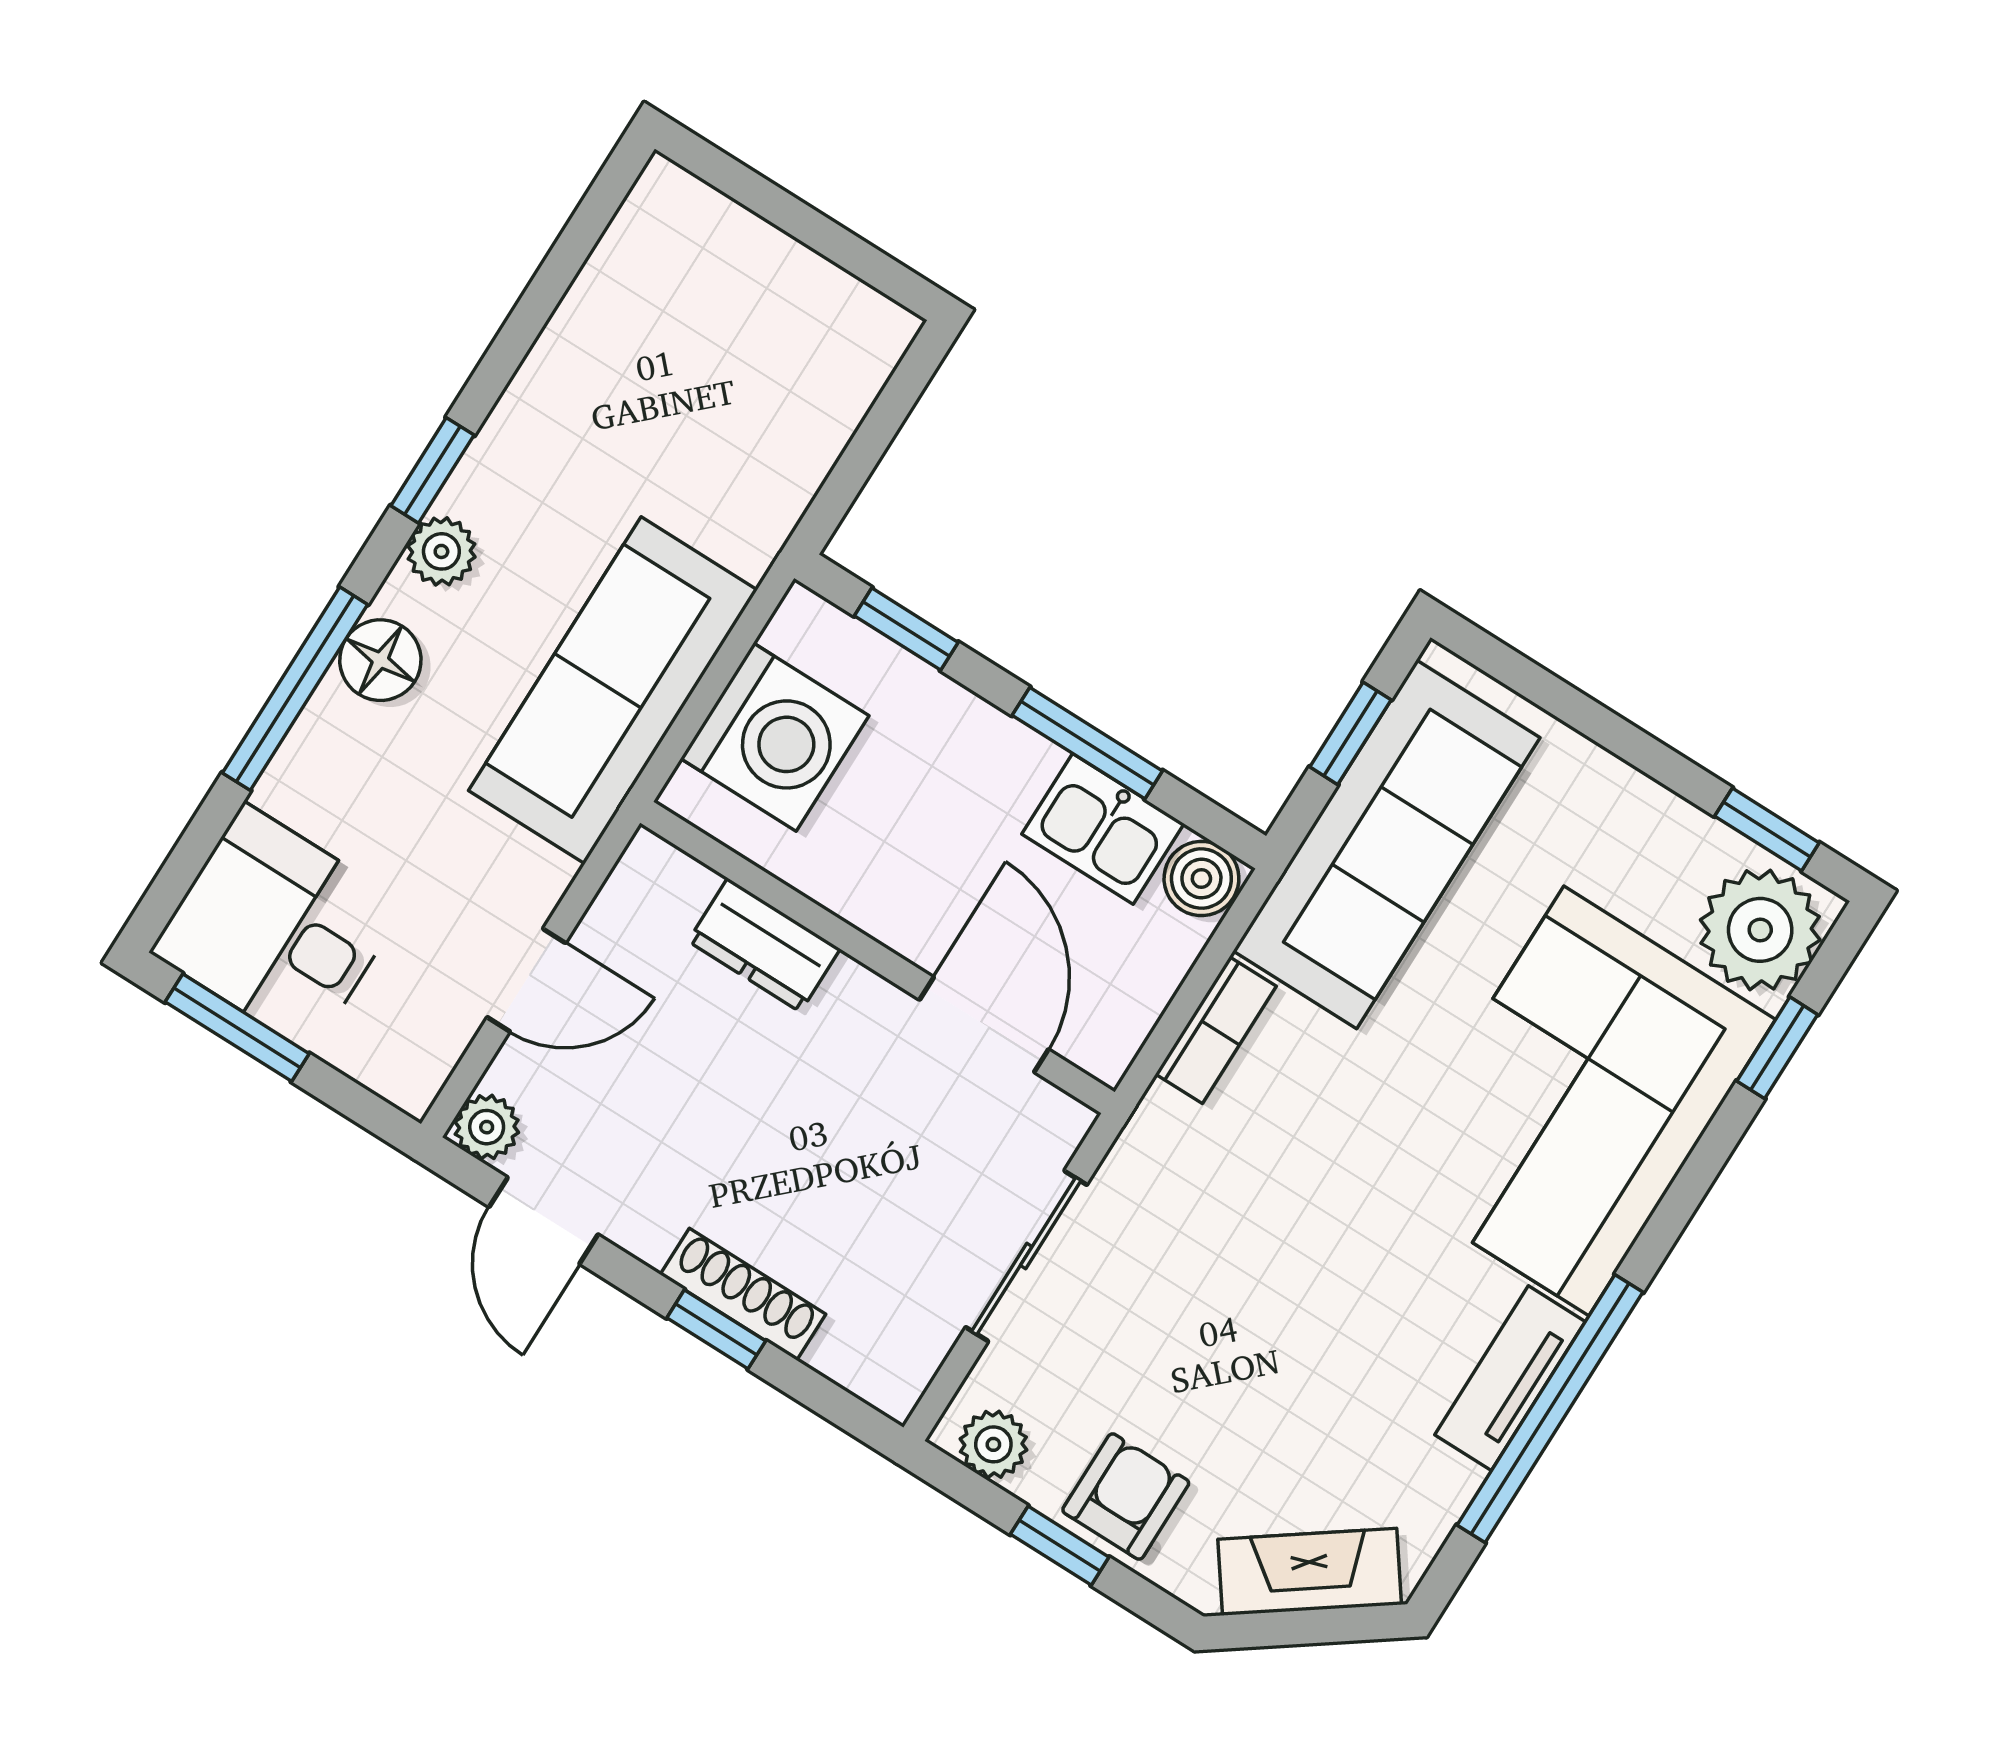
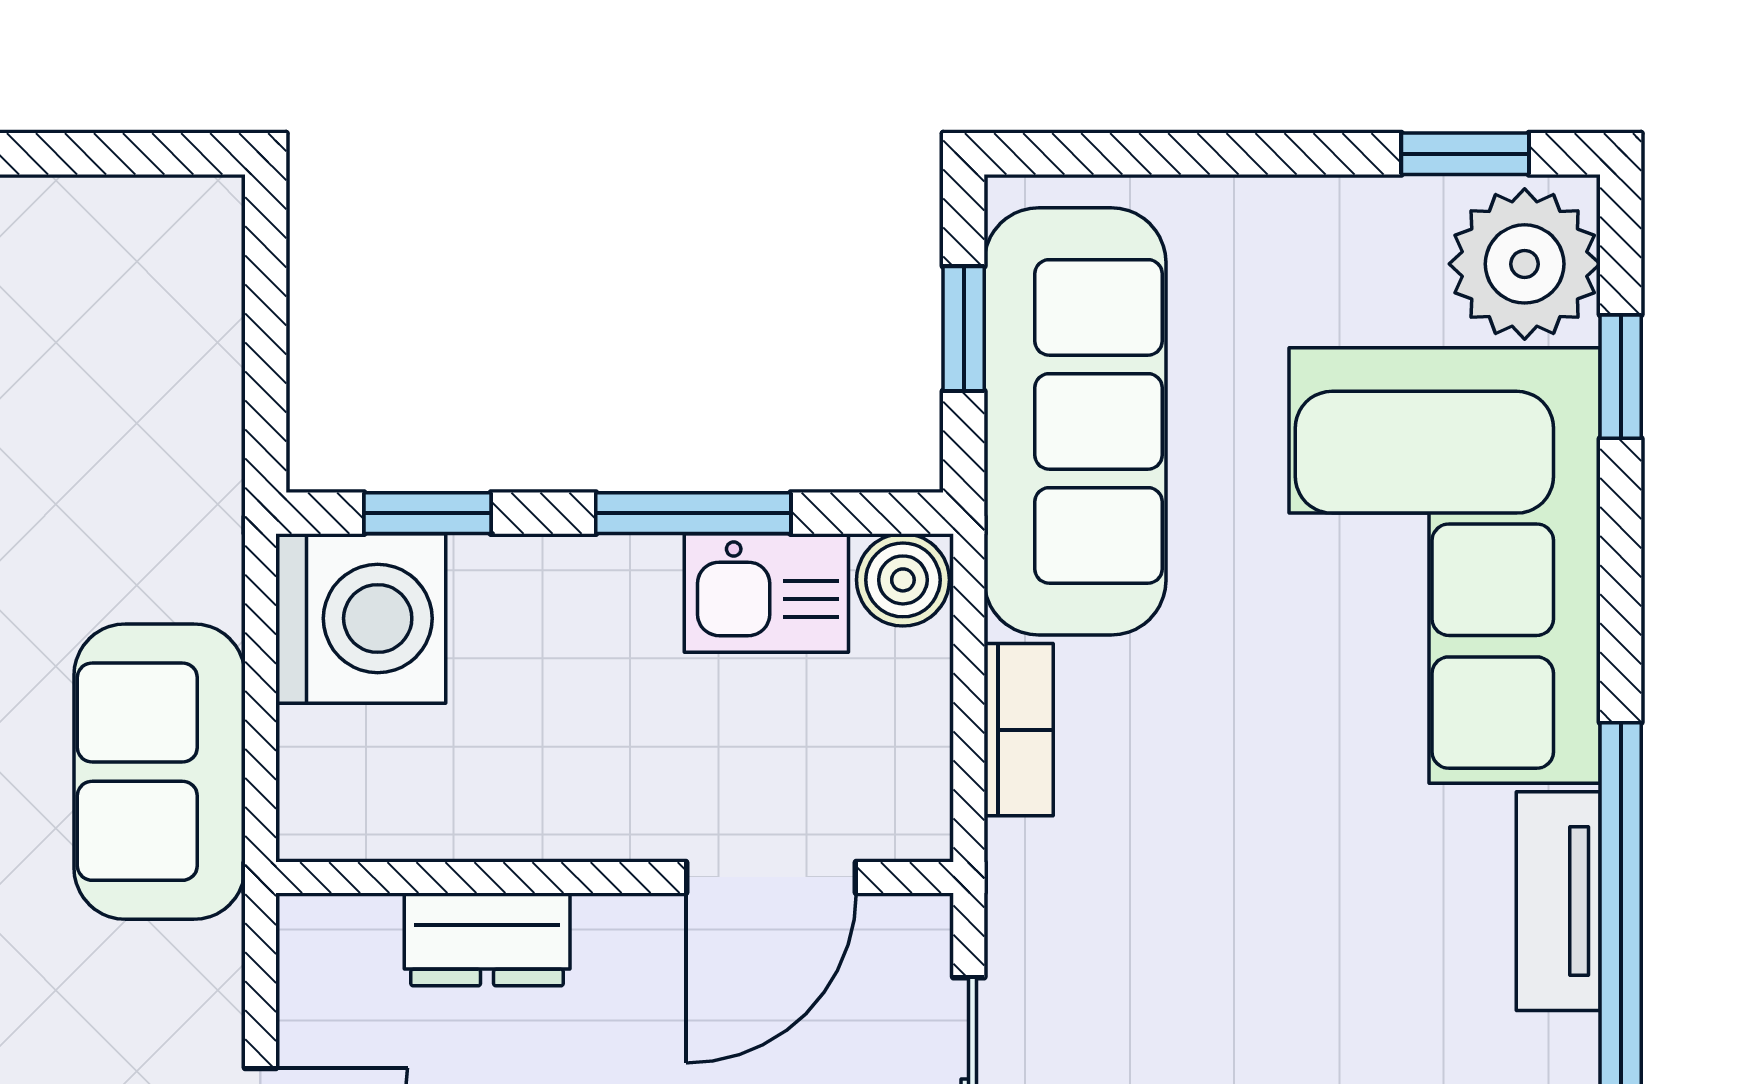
sofa: (613, 690) -> (160, 772), width x0.73
washing machine: (775, 737) -> (361, 618), moved
door: (984, 1025) -> (771, 877), swing flipped

